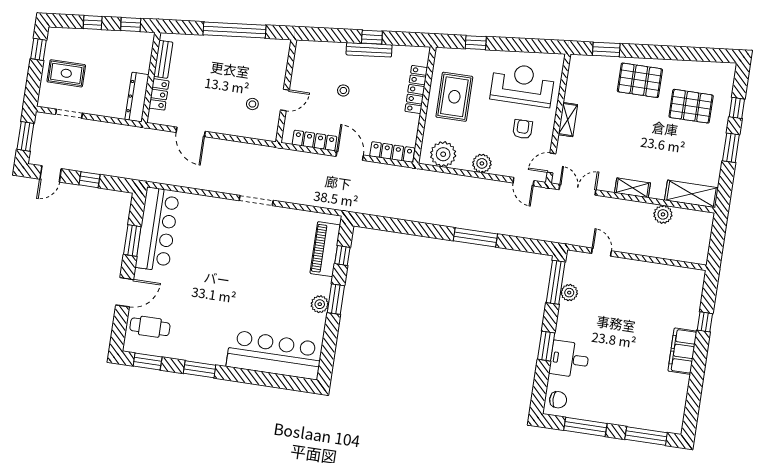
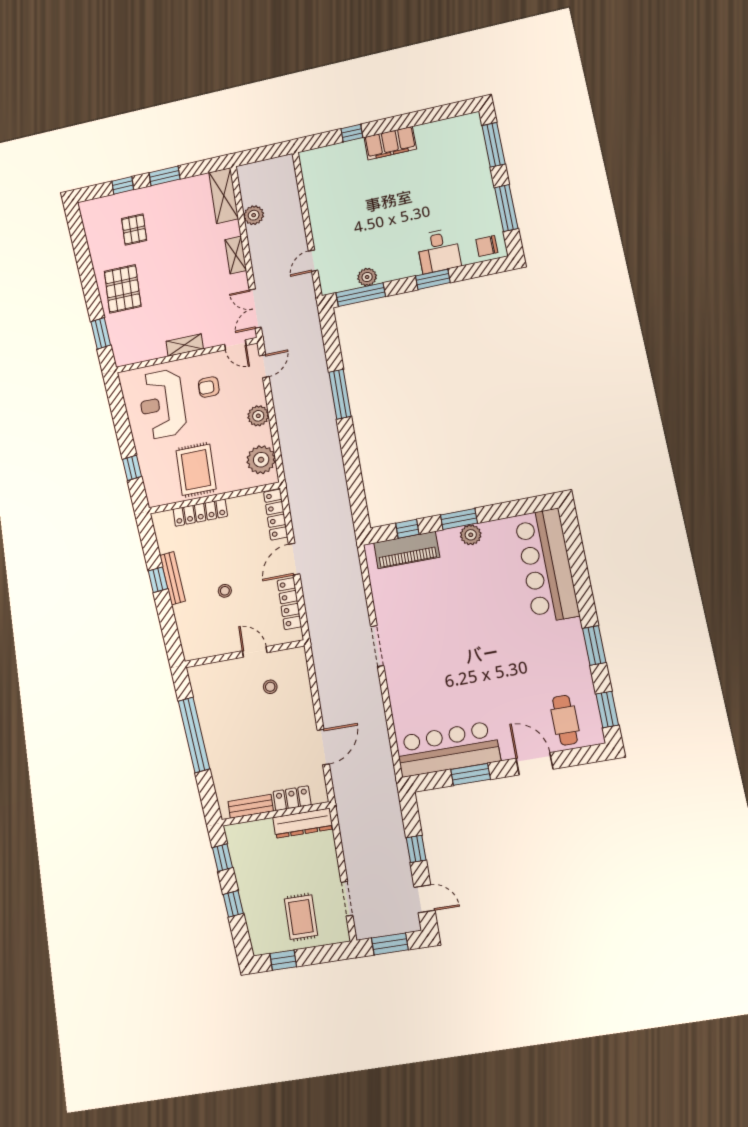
rug: (454, 97) -> (196, 470), turned 90
pallet: (691, 106) -> (134, 229), width x0.67, depth x0.71
chair: (558, 400) -> (487, 246), turned -90

